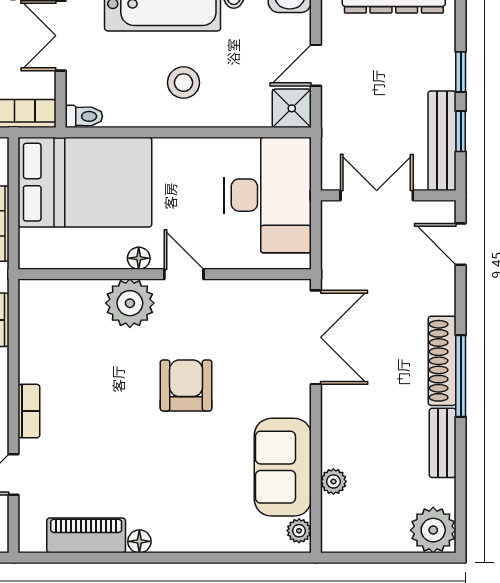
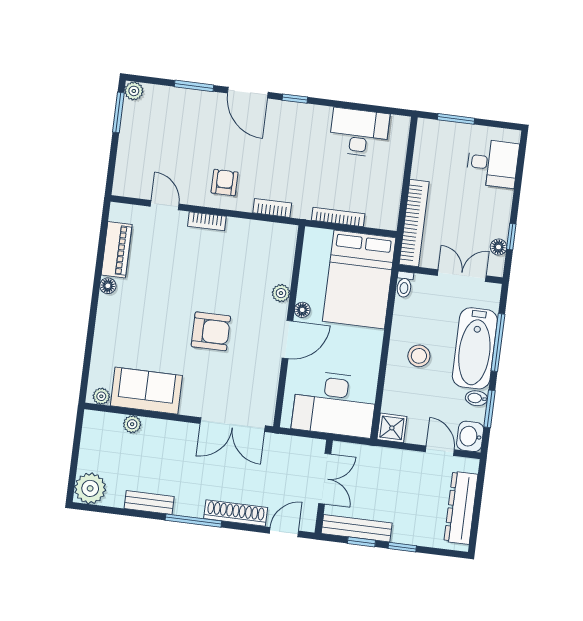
door: (316, 65) -> (440, 451), moved
door: (184, 274) -> (287, 340), width x1.38
plant: (130, 303) -> (281, 293), width x0.53, depth x0.53
shoe rack: (442, 361) -> (236, 513), moved

